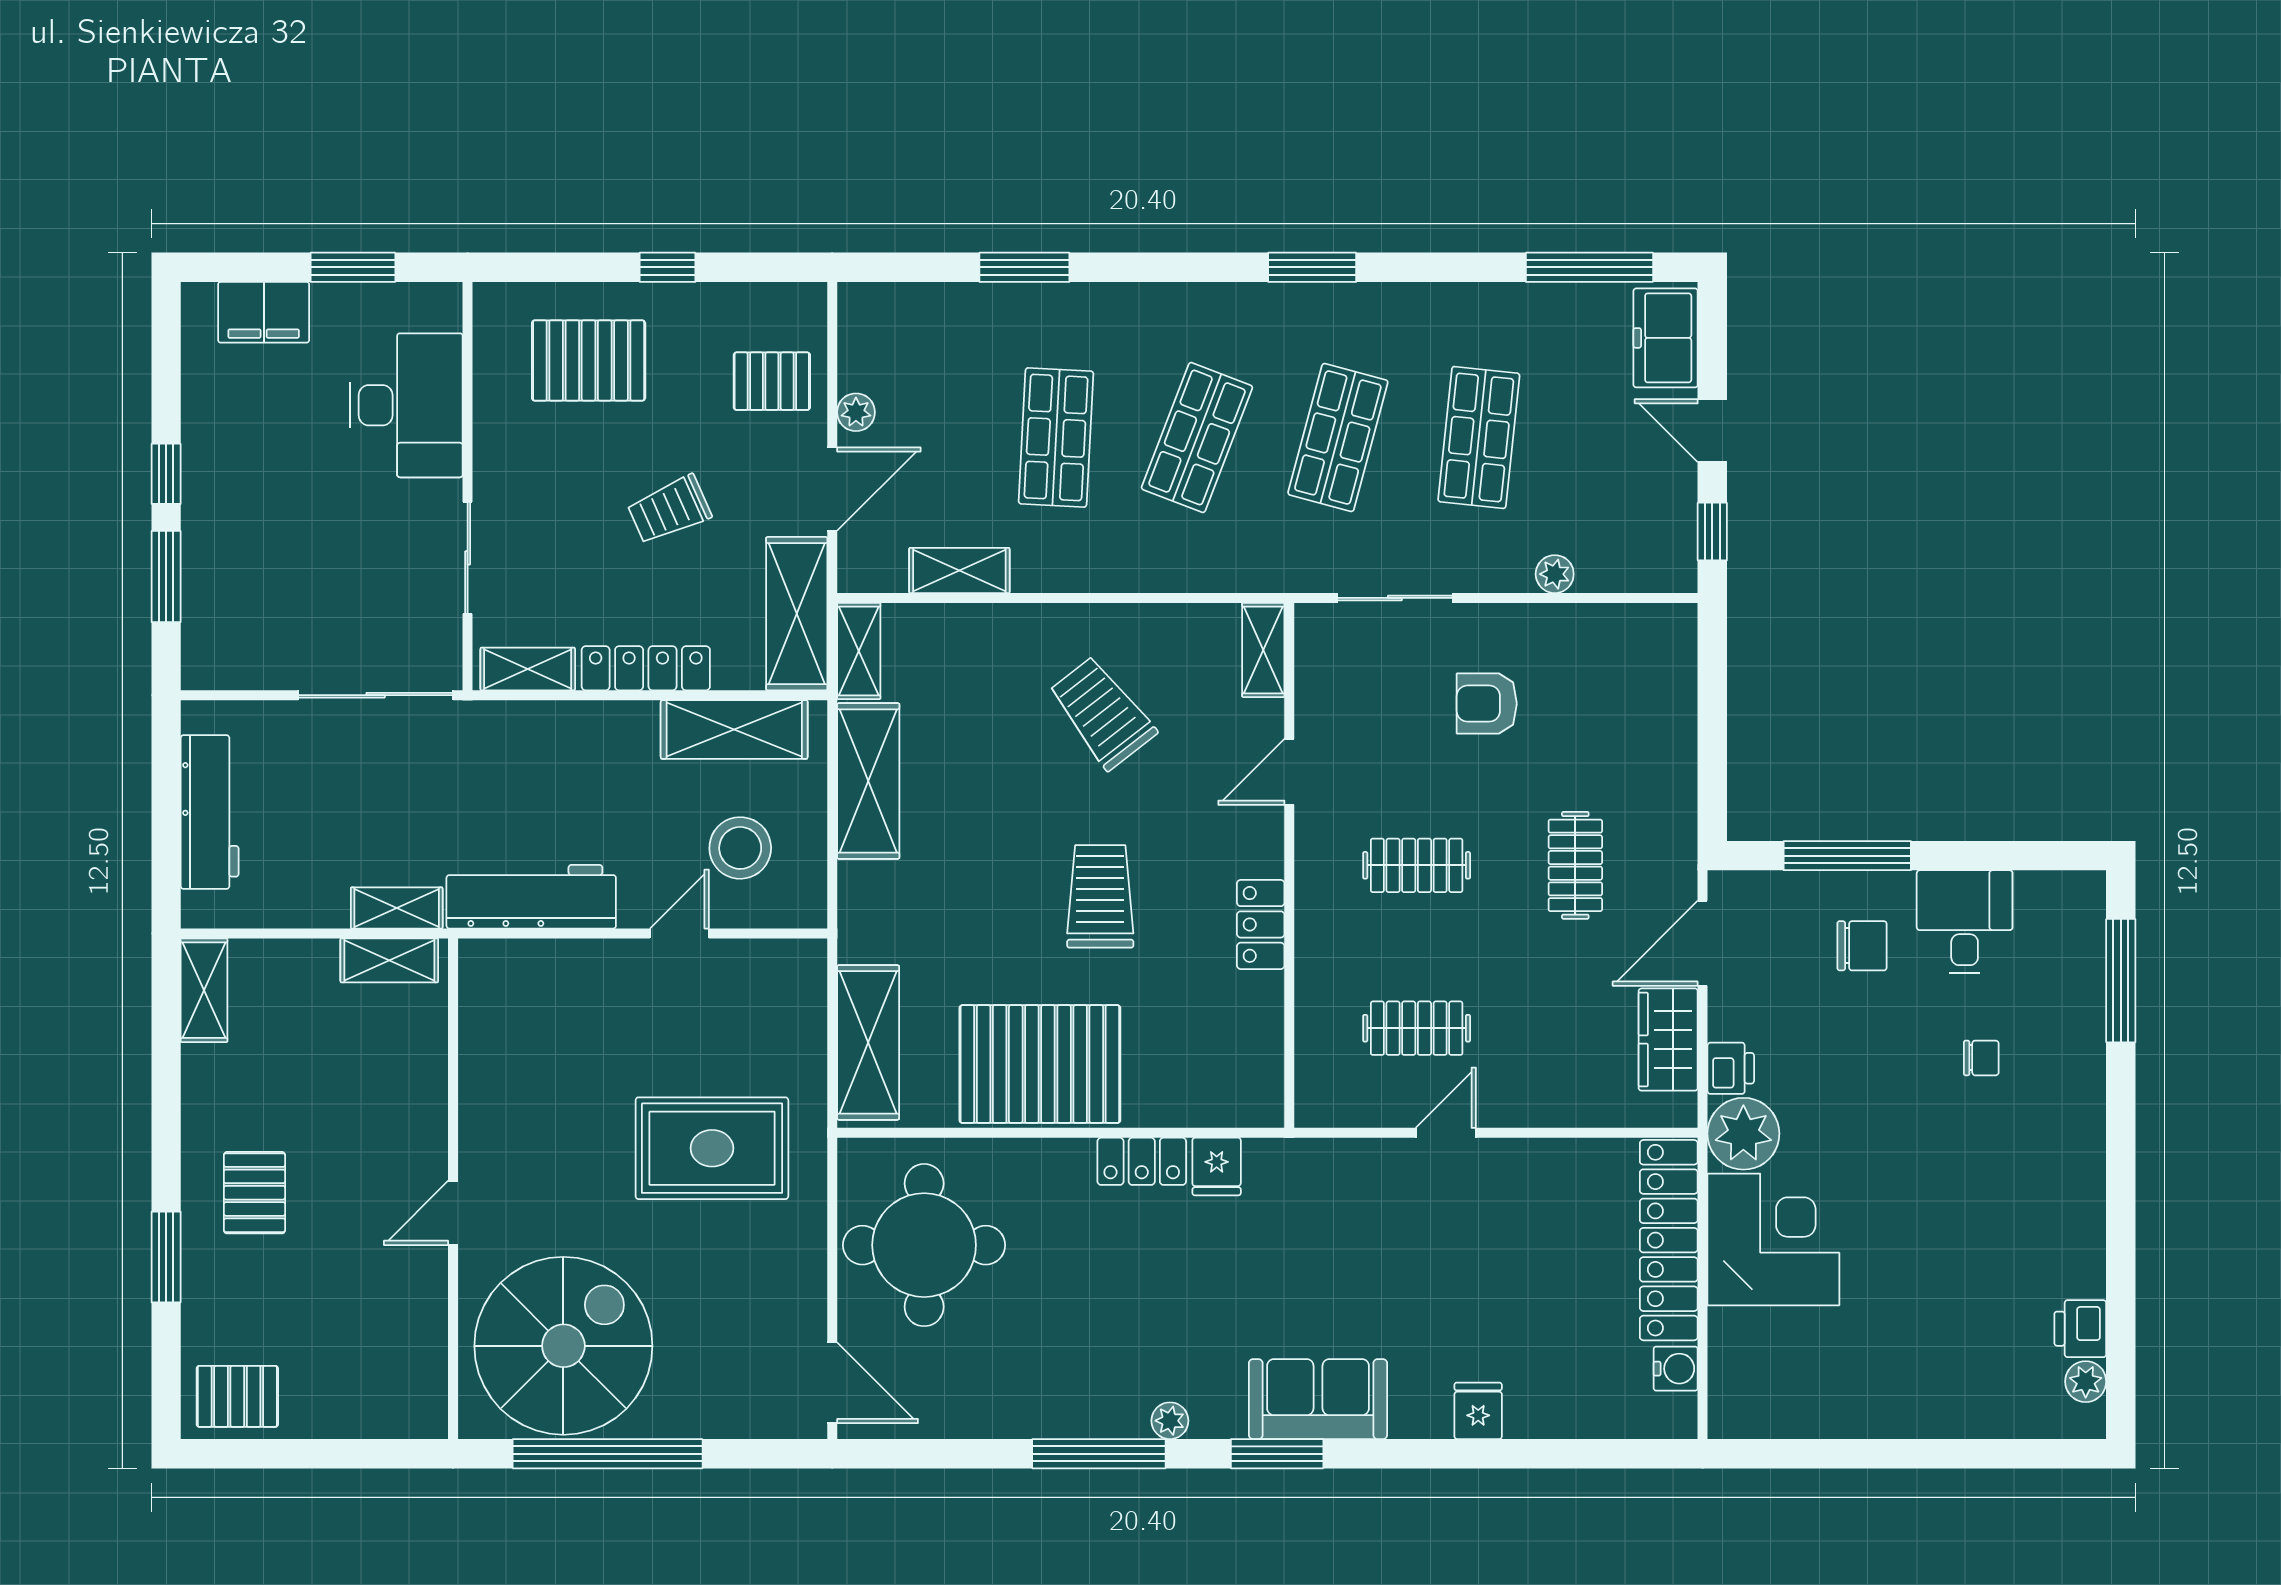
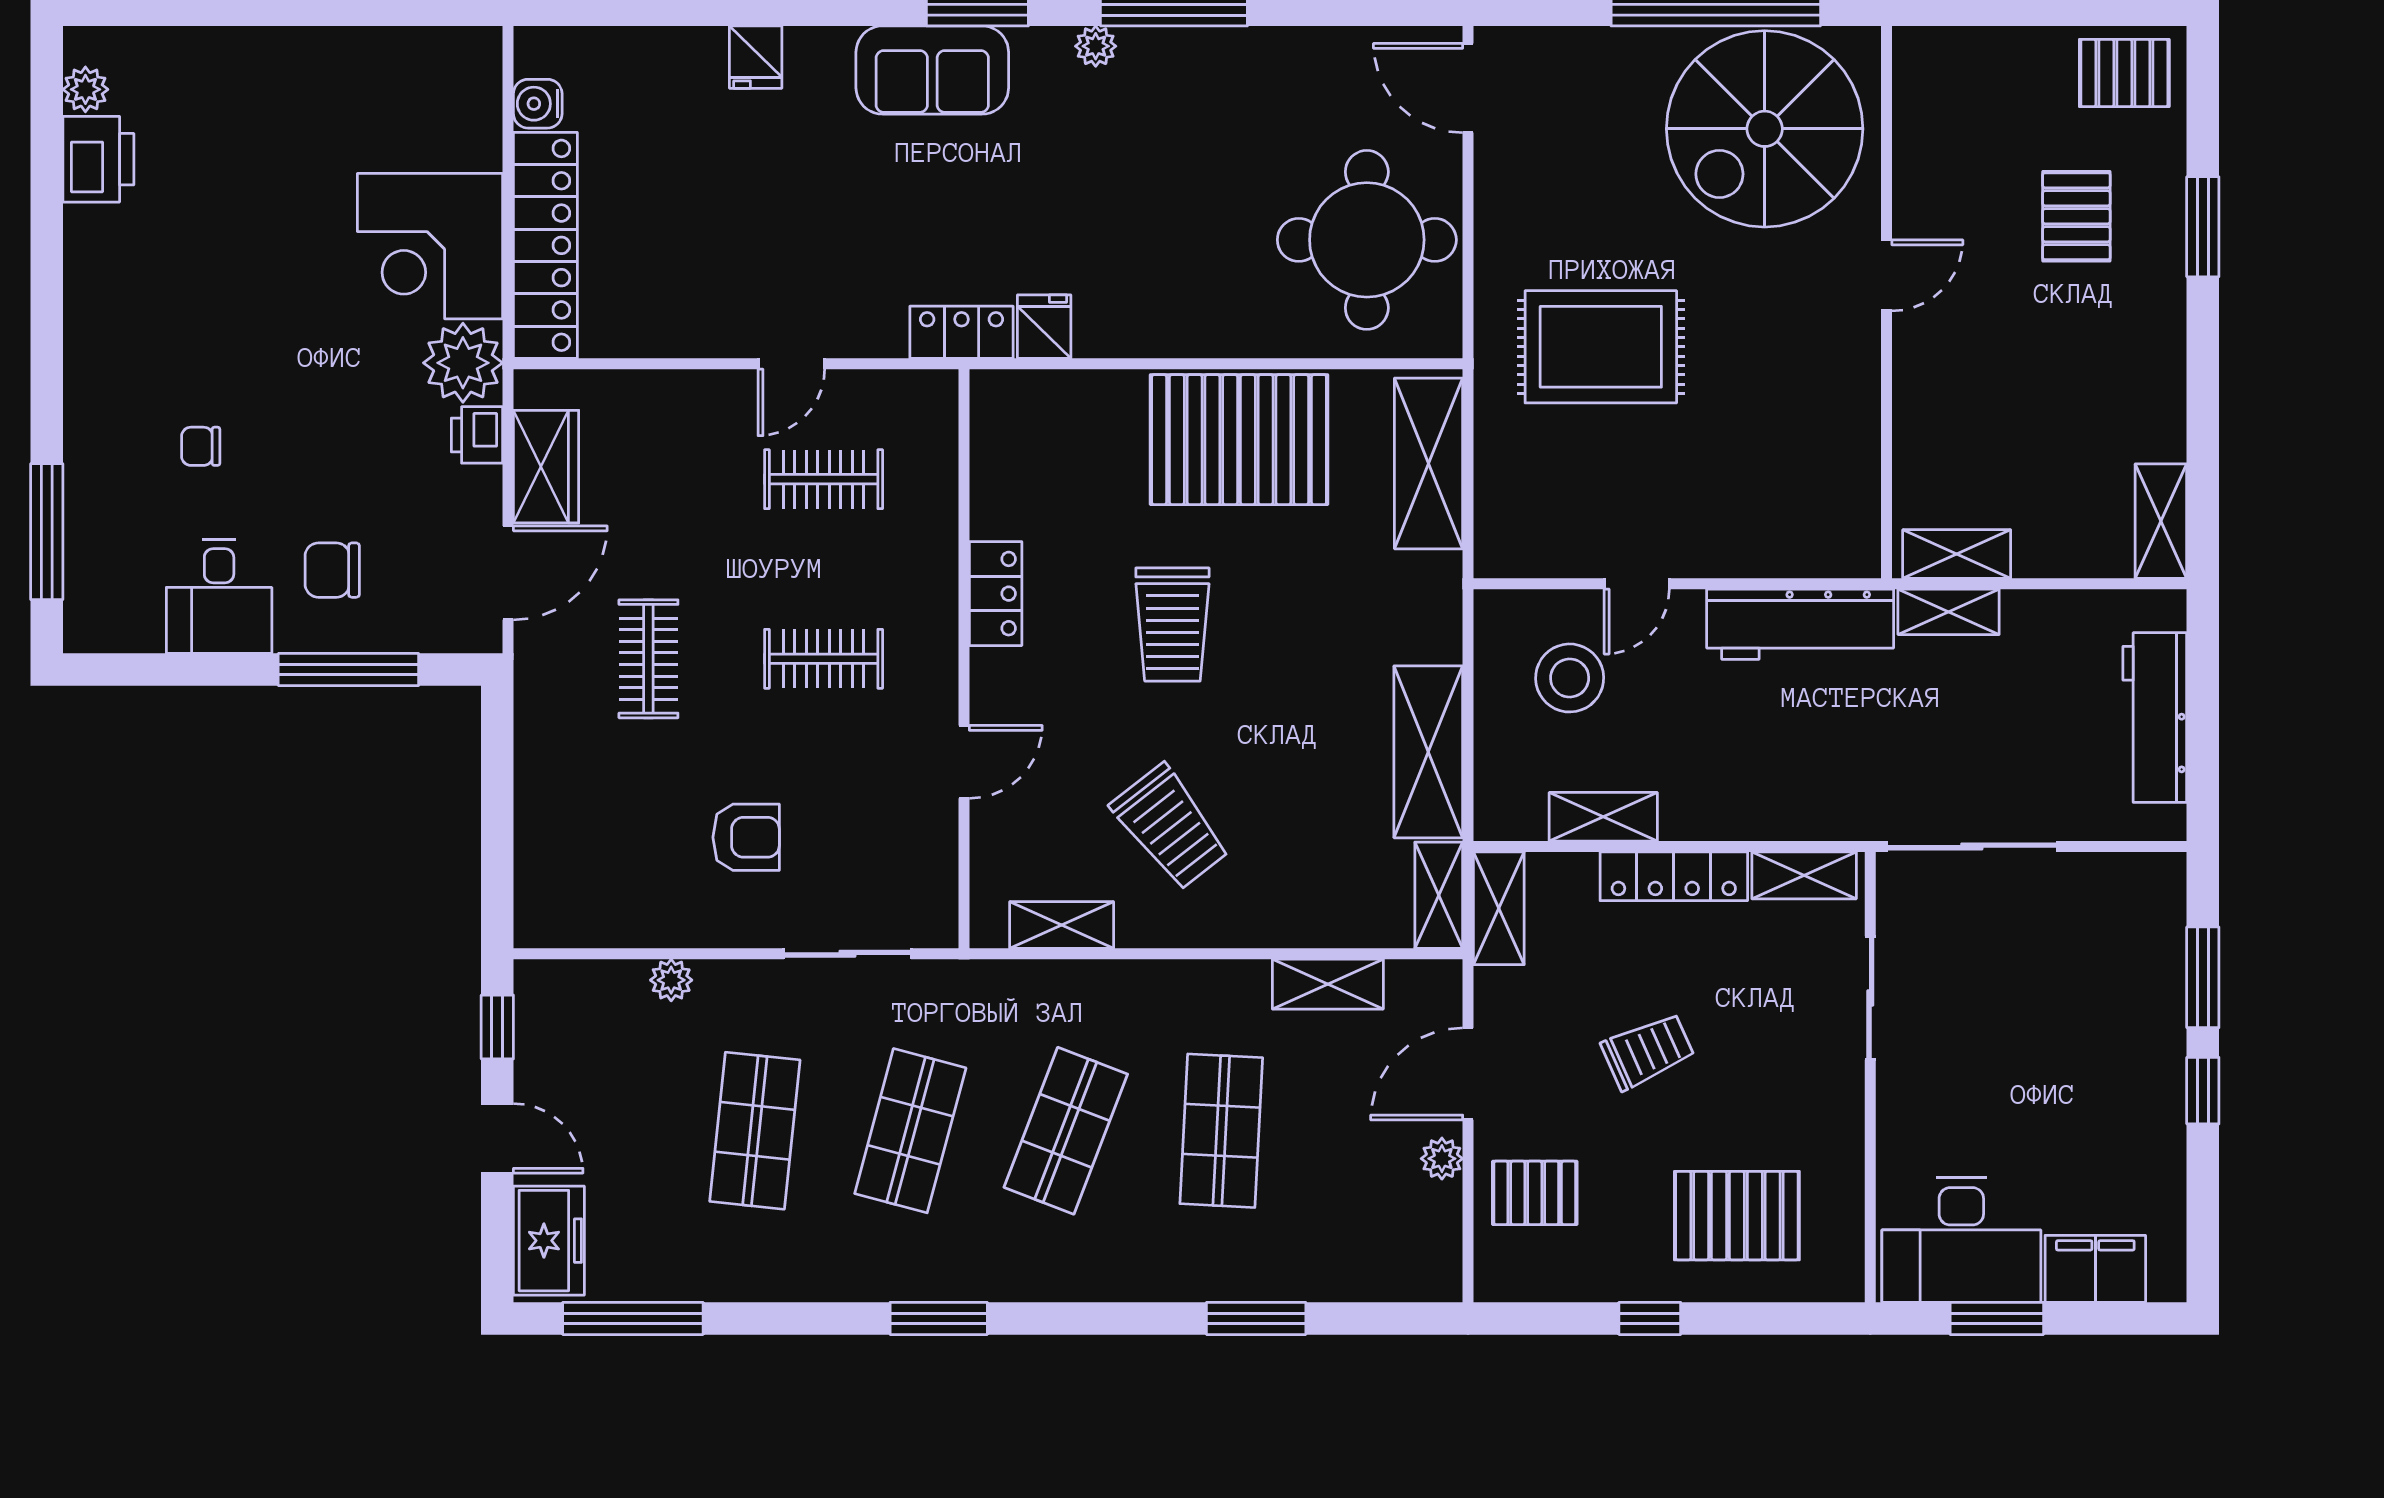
desk: (406, 405) -> (1961, 1240), moved, turned -90
shelving: (797, 614) -> (1499, 908), width x0.67, depth x0.75
shelving: (1263, 650) -> (1062, 925), moved, turned 90
shelving: (734, 729) -> (1603, 817), width x0.67, depth x0.75
locker: (1142, 1161) -> (962, 332), moved
pallet: (254, 1193) -> (2076, 216), moved
printer: (2080, 1329) -> (98, 159), width x1.36, depth x1.24

